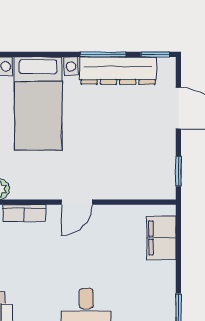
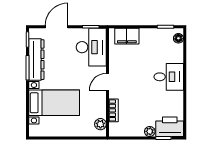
desk: (141, 172) -> (91, 47), added
door: (77, 202) -> (108, 82), swing flipped

